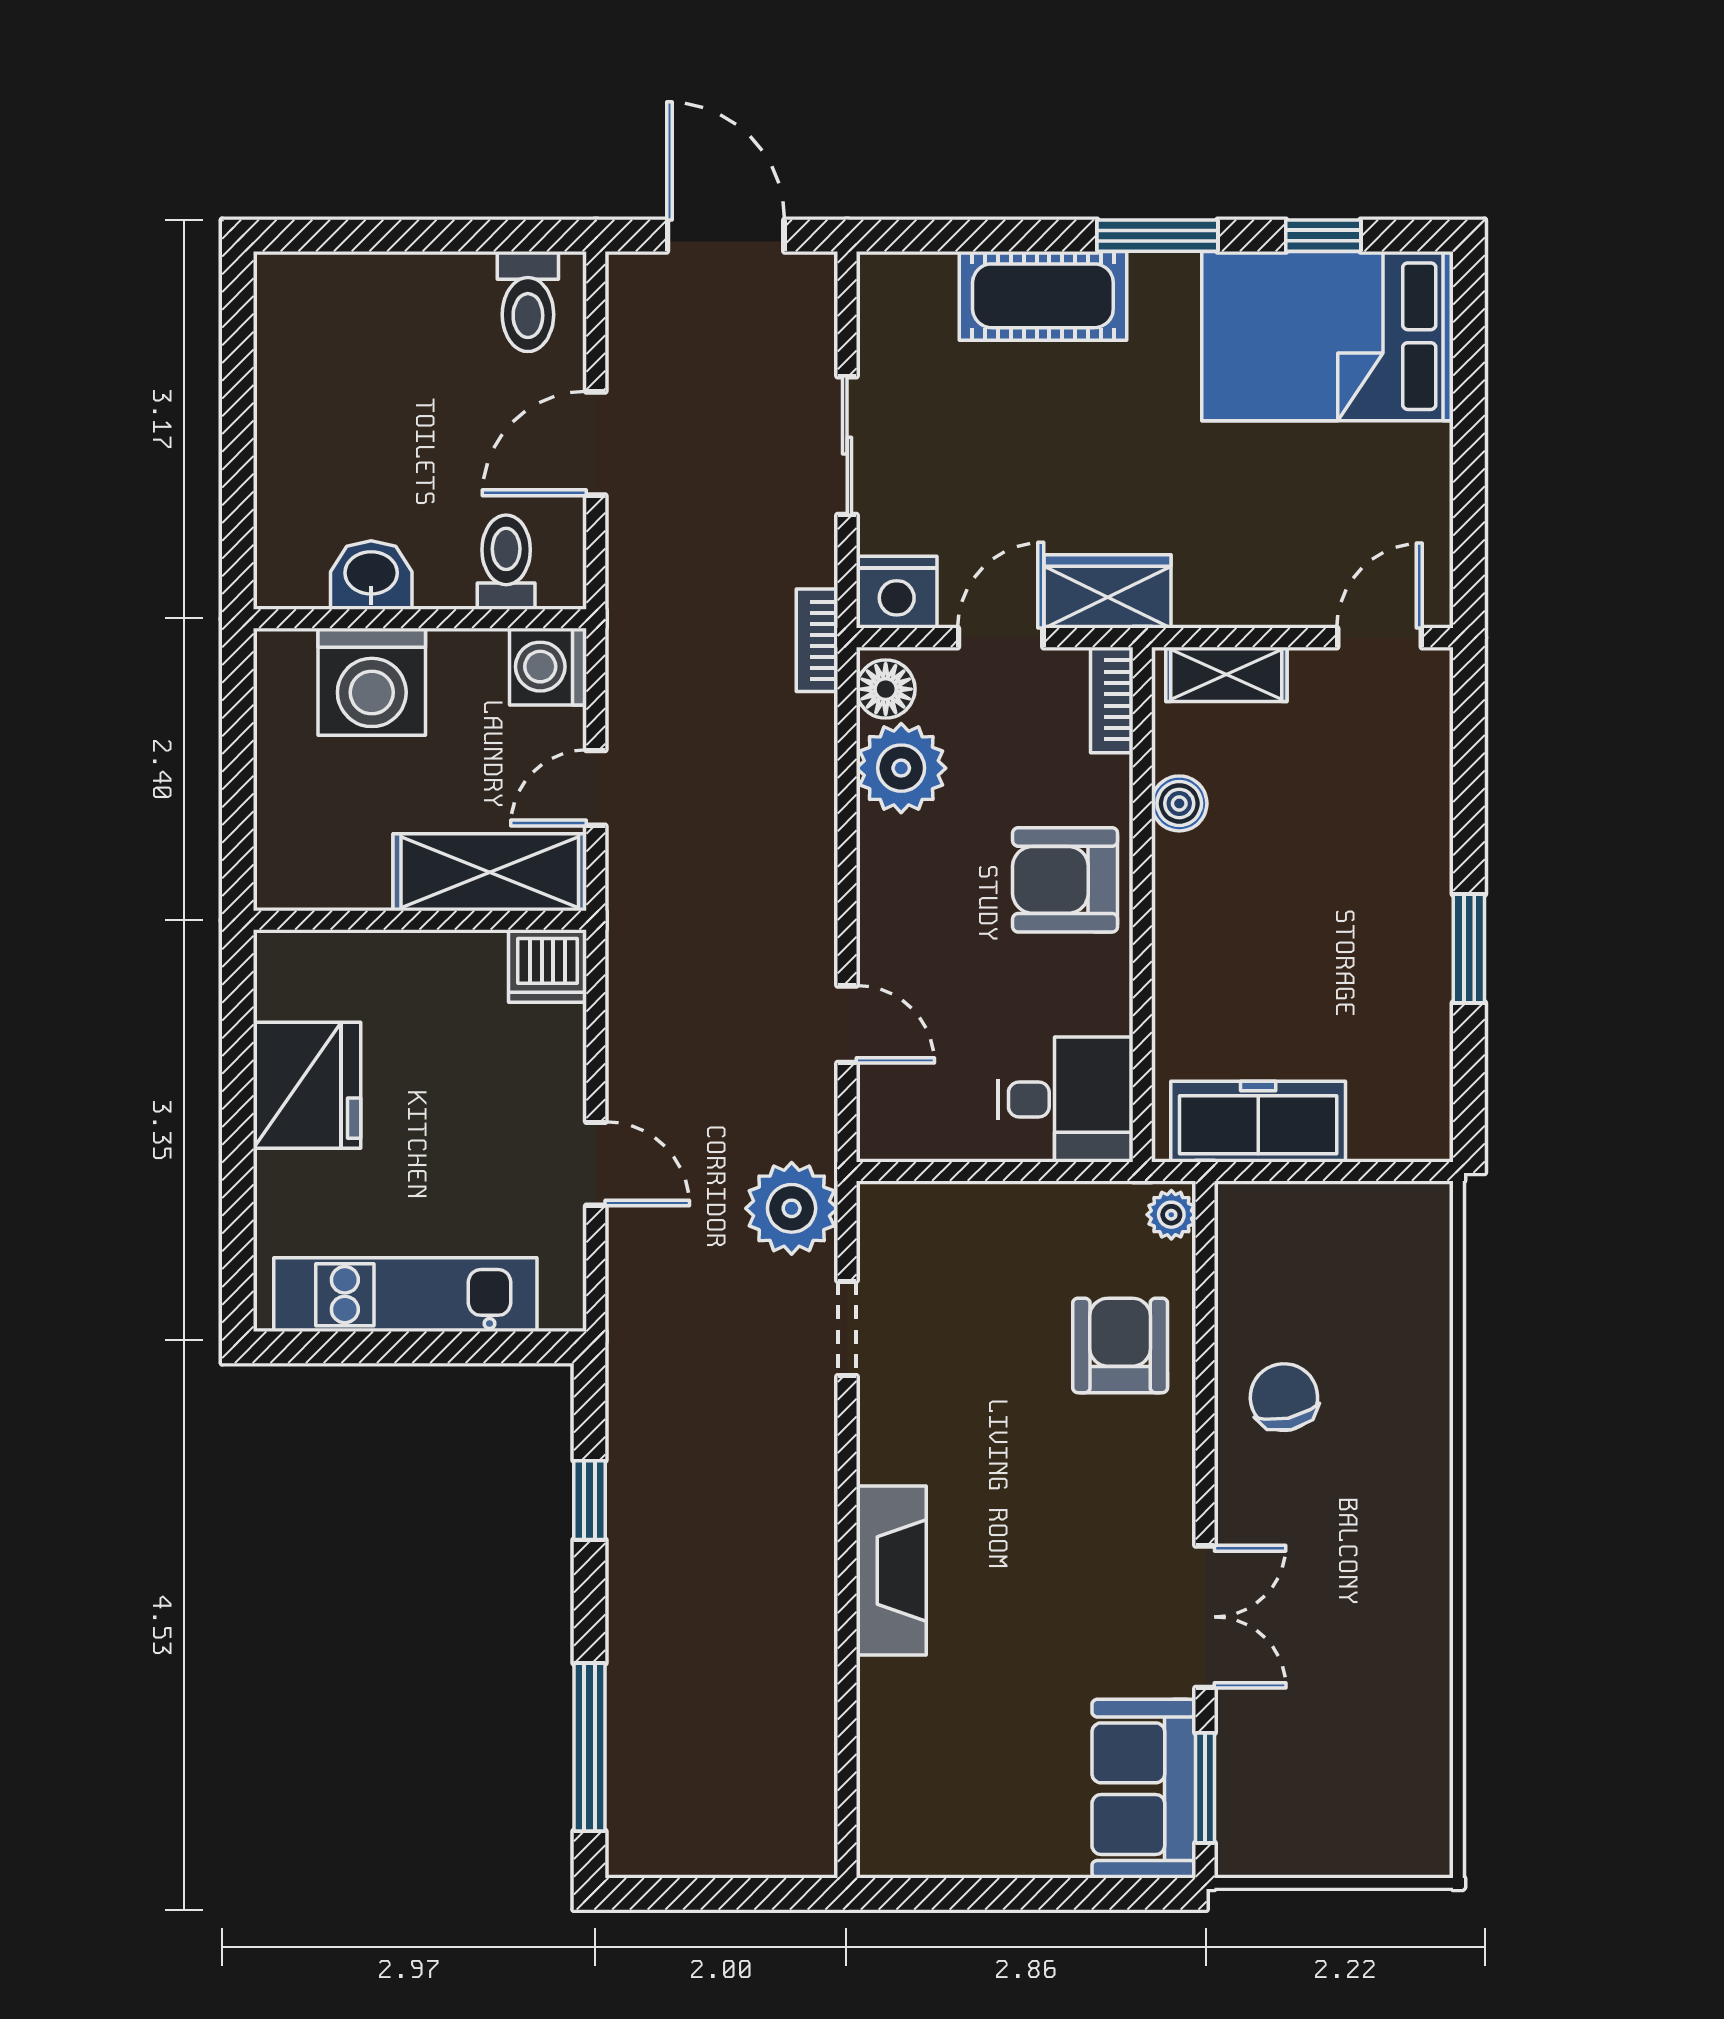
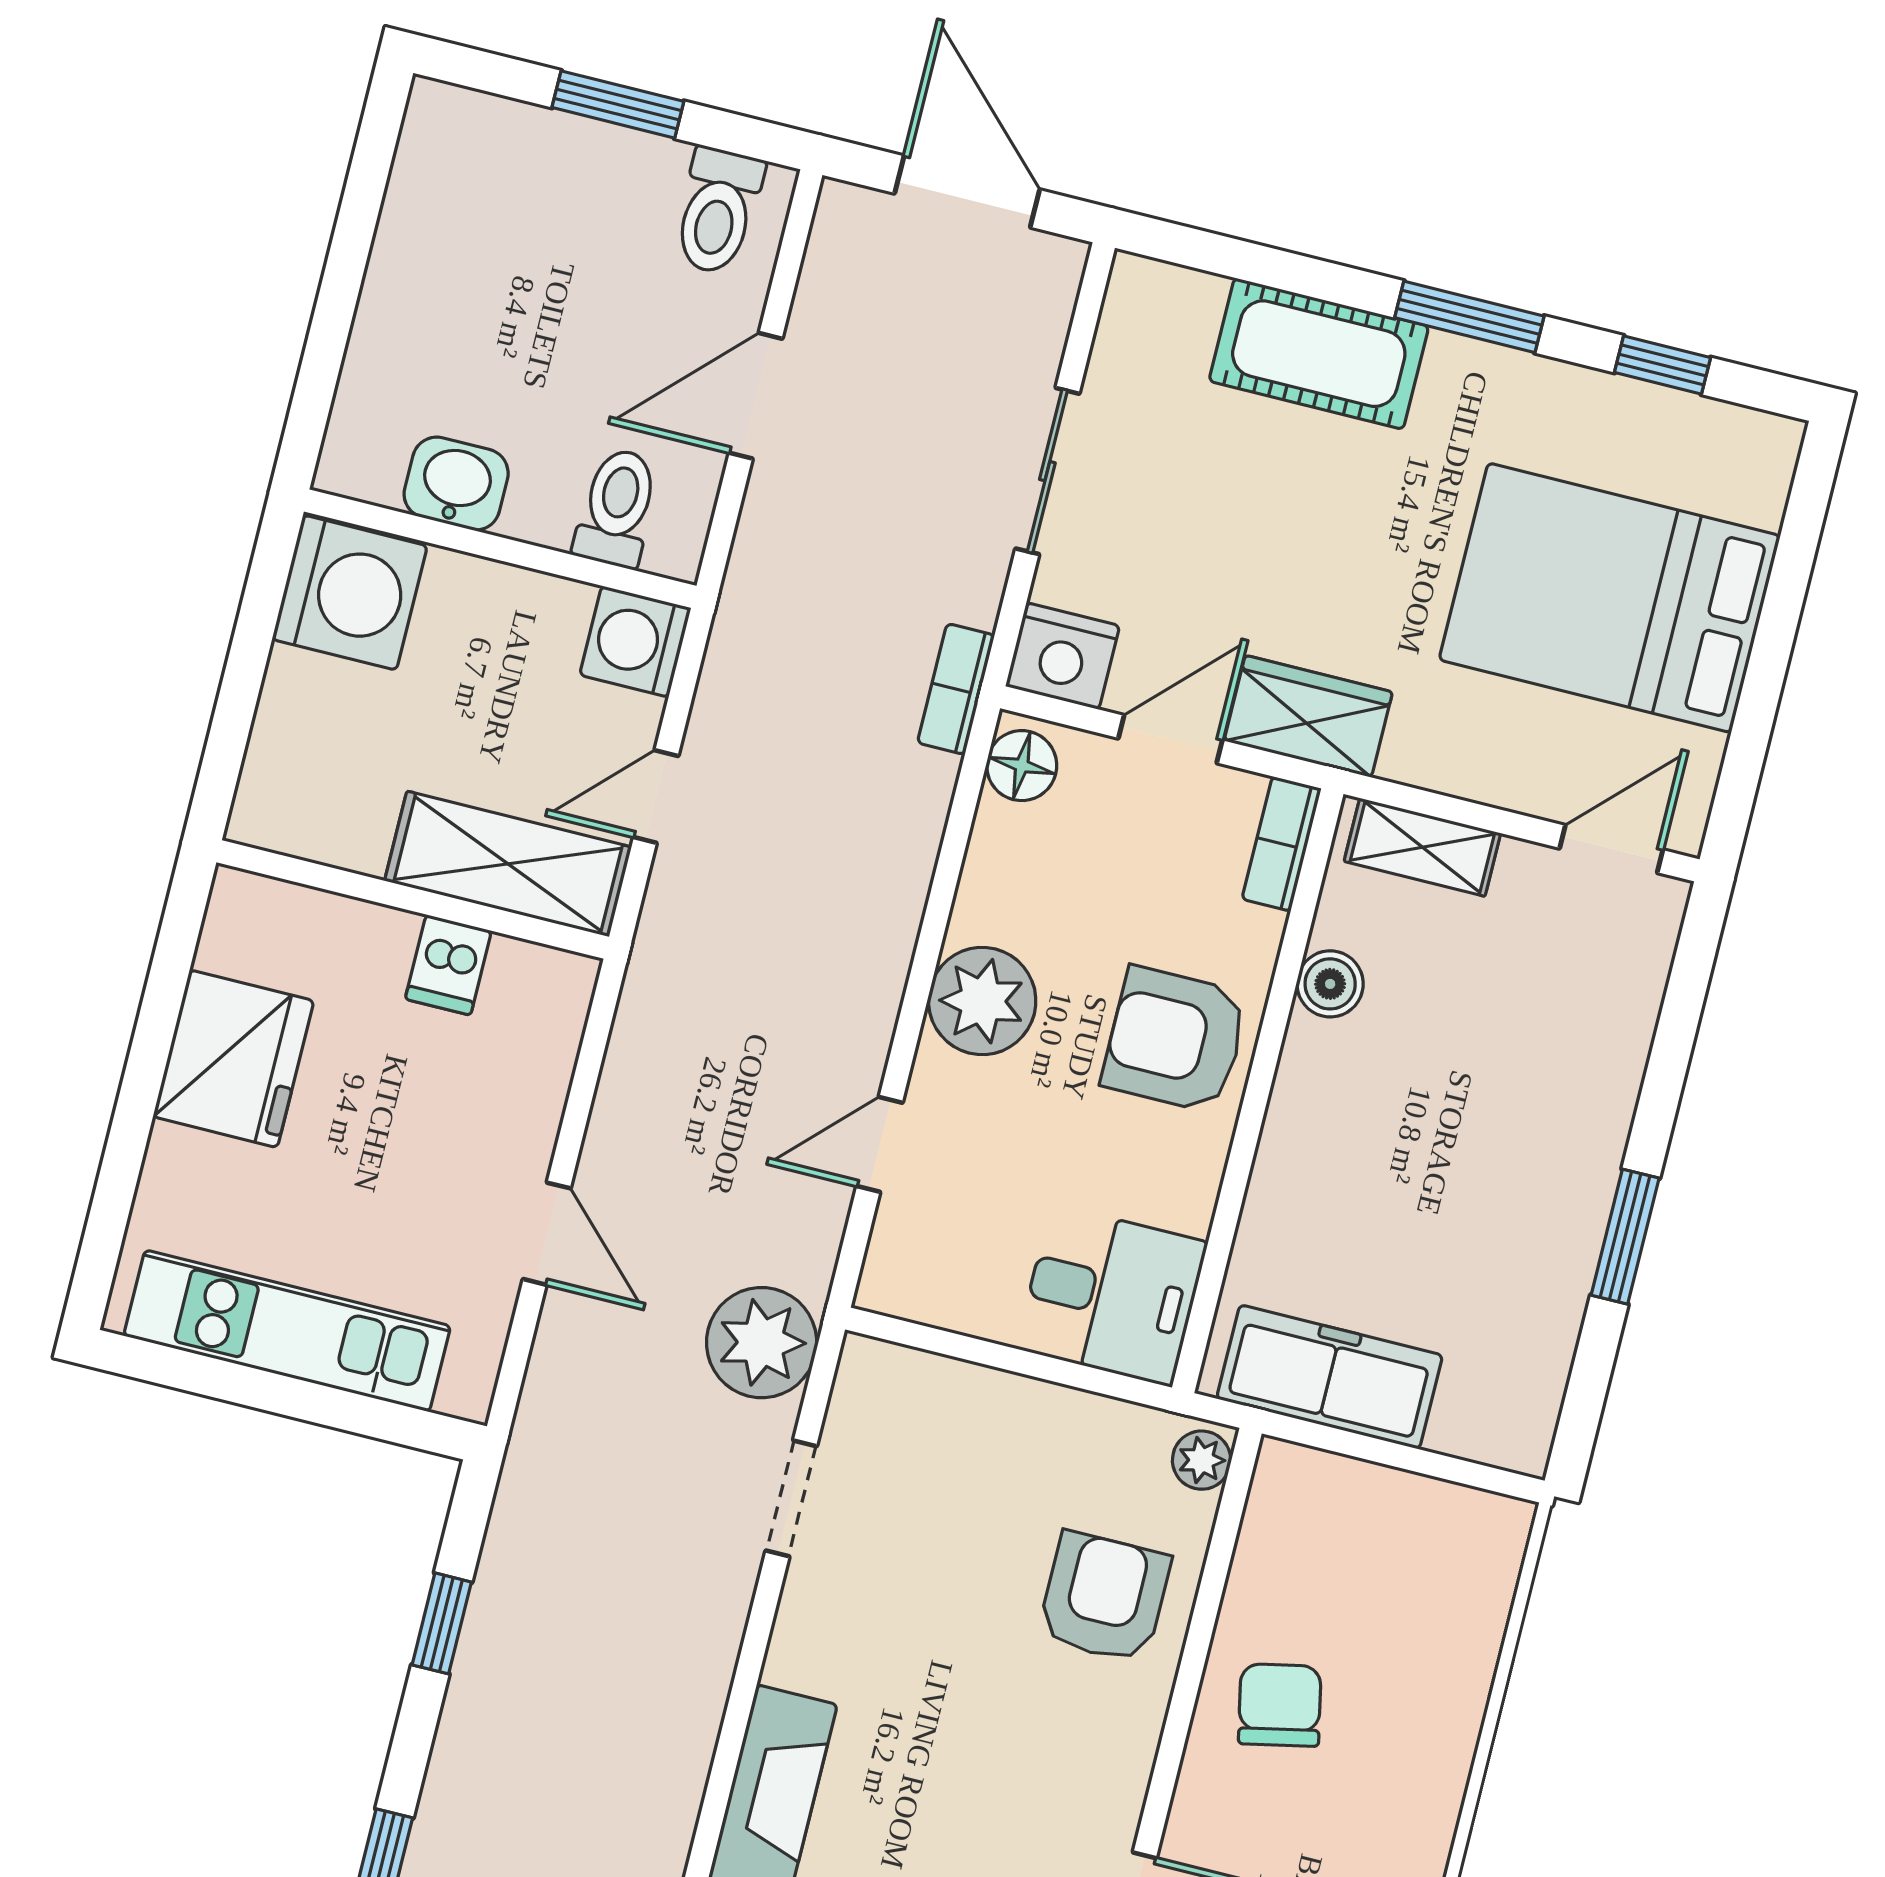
window: (426, 236) -> (618, 104), added
bed: (1327, 336) -> (1610, 598), moved
washing machine: (372, 682) -> (350, 593), moved, turned -90
plant: (901, 768) -> (982, 1001), moved
dishwasher: (547, 966) -> (448, 965), moved, width x0.73
door: (847, 1024) -> (879, 1144), swing flipped

